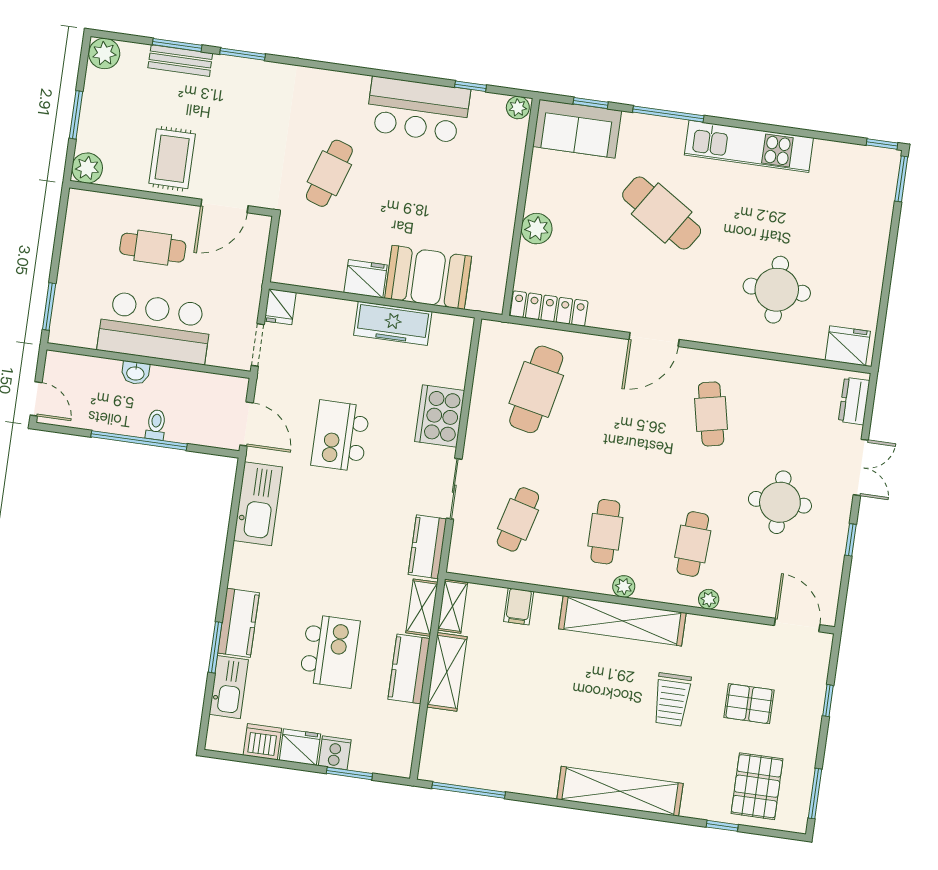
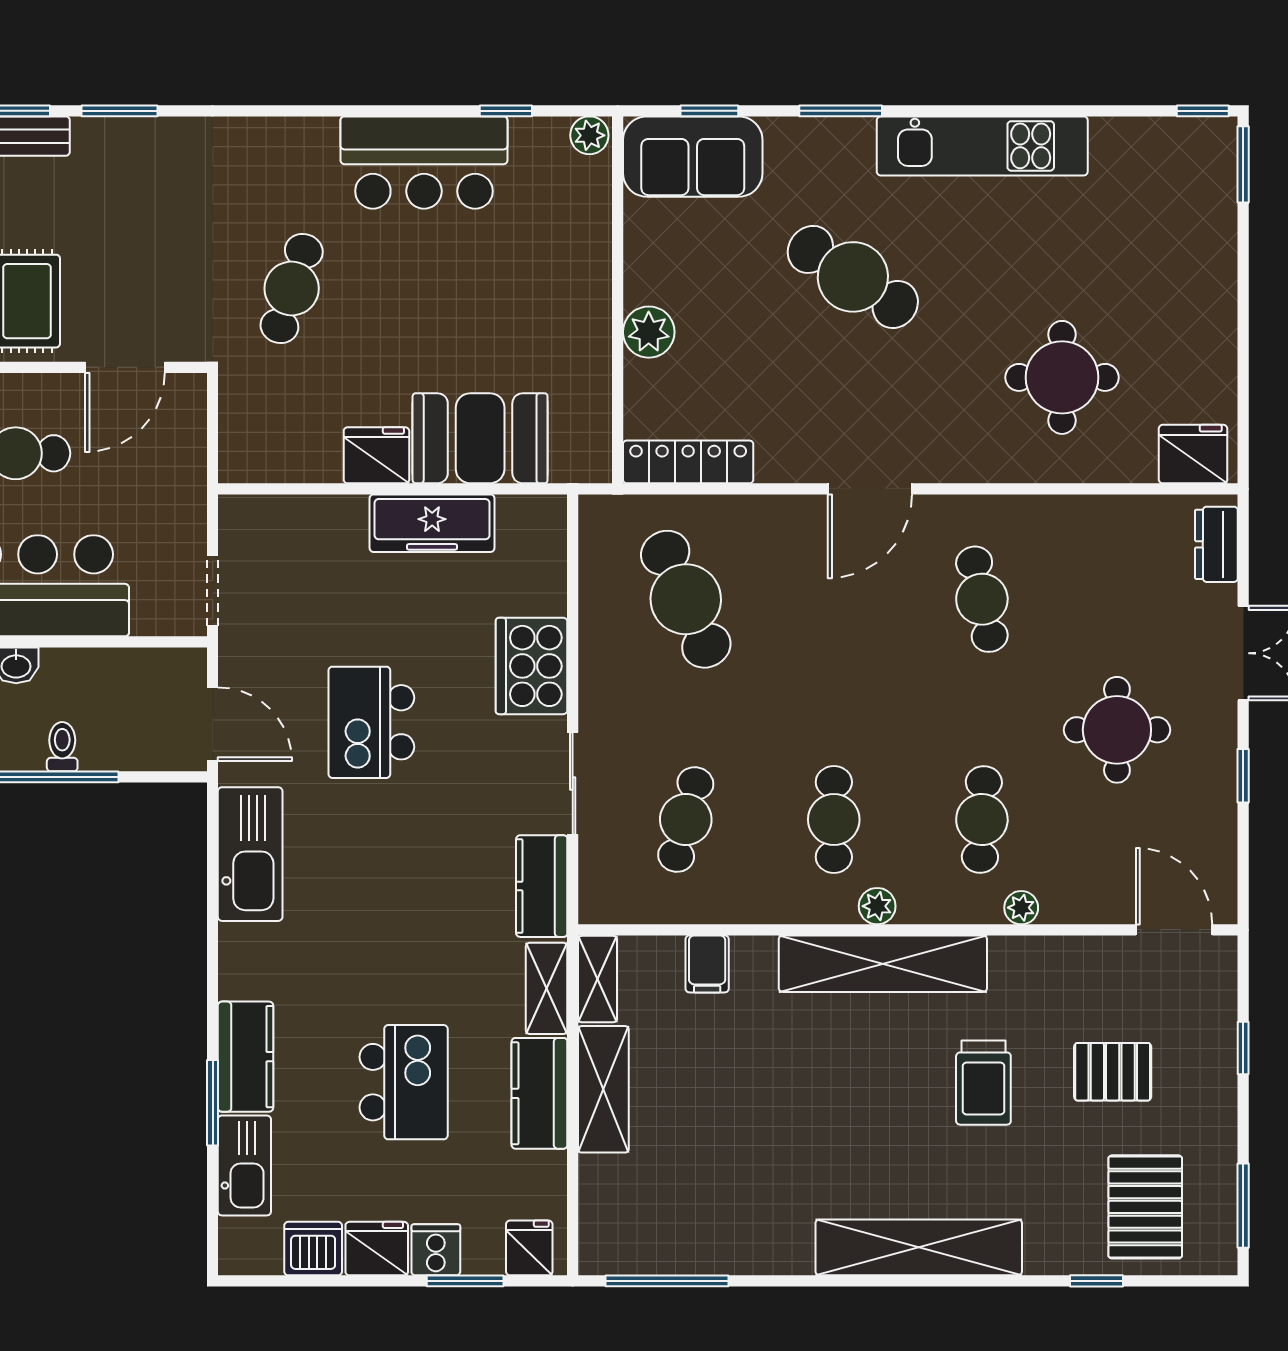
window: (668, 114) -> (841, 111), width x0.69
fridge: (280, 307) -> (529, 1248), moved, turned 180
cafe table: (536, 389) -> (686, 599), turned -36

